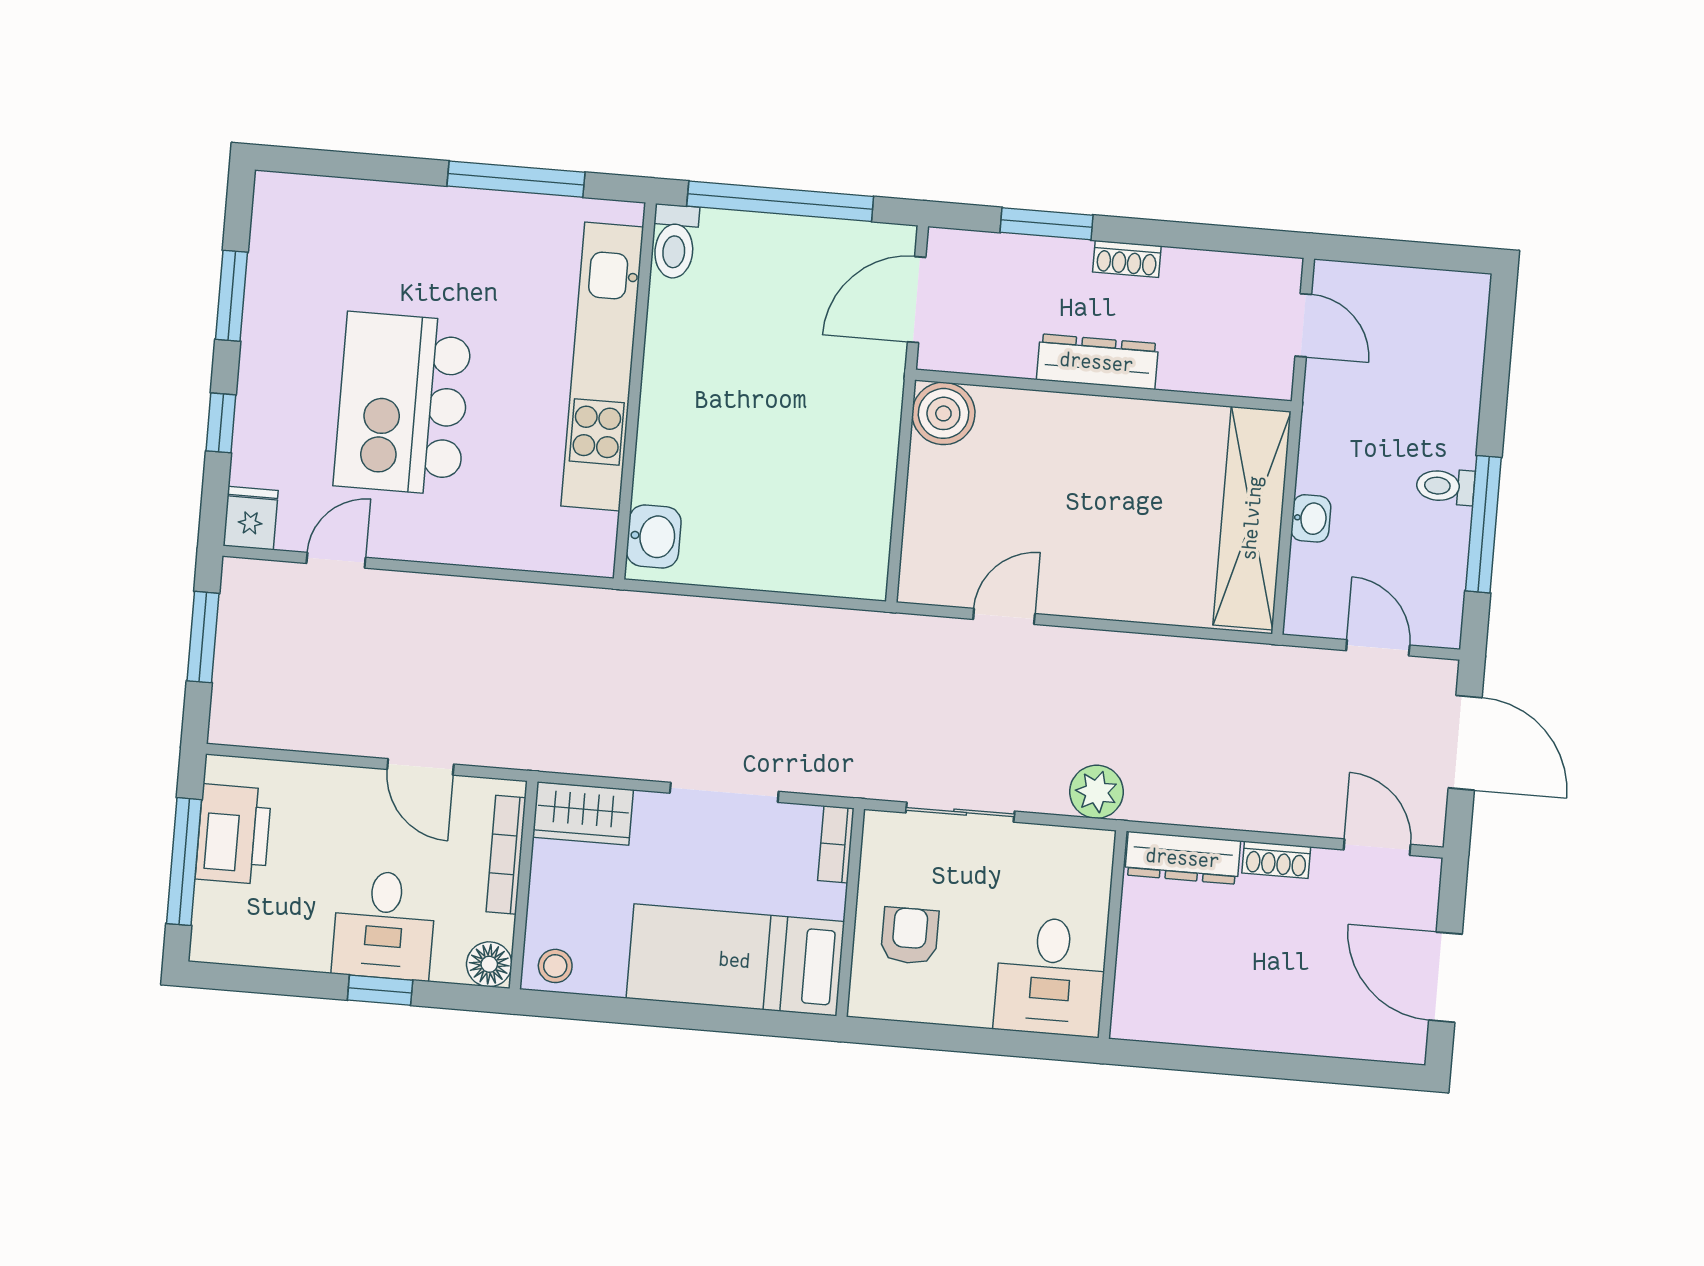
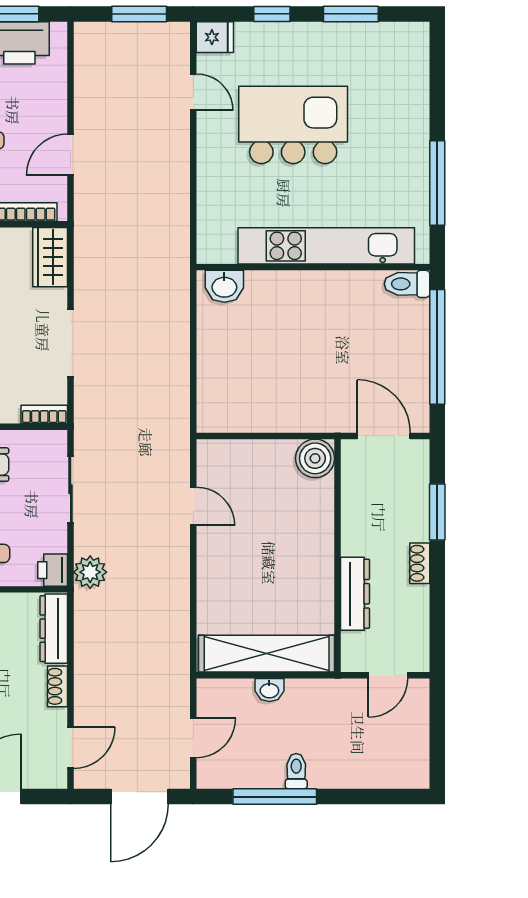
dresser: (1097, 362) -> (355, 594), moved
printer: (1088, 852) -> (53, 570), added

